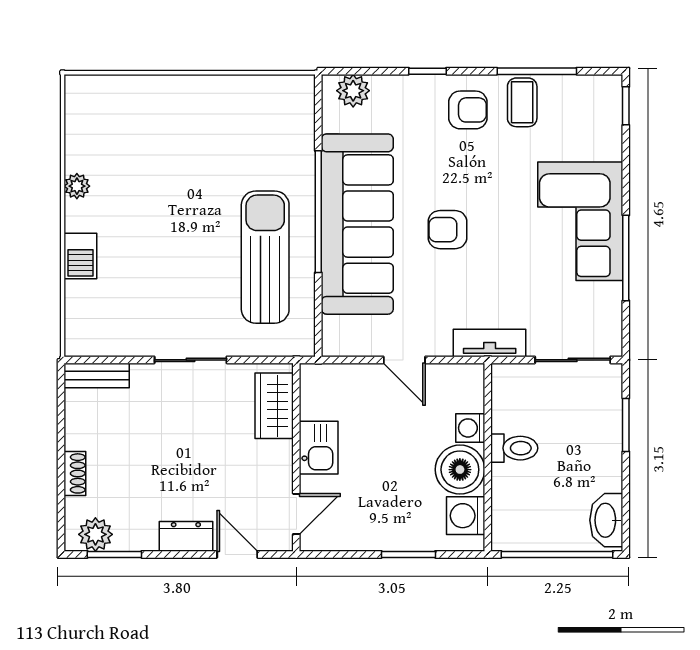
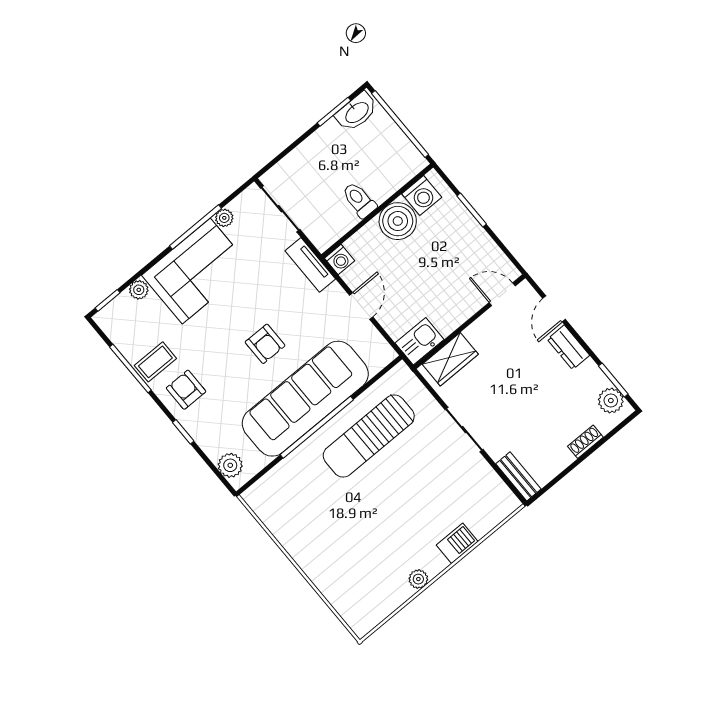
plant: (610, 147) -> (139, 290), added
plant: (611, 295) -> (224, 218), added
window: (626, 425) -> (334, 112), moved
washing machine: (470, 428) -> (340, 259), moved
kitchen sink: (319, 448) -> (420, 341), moved

